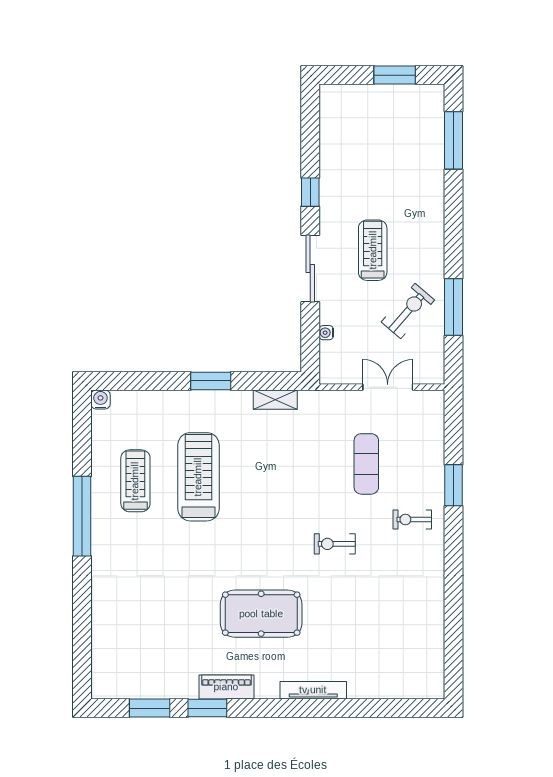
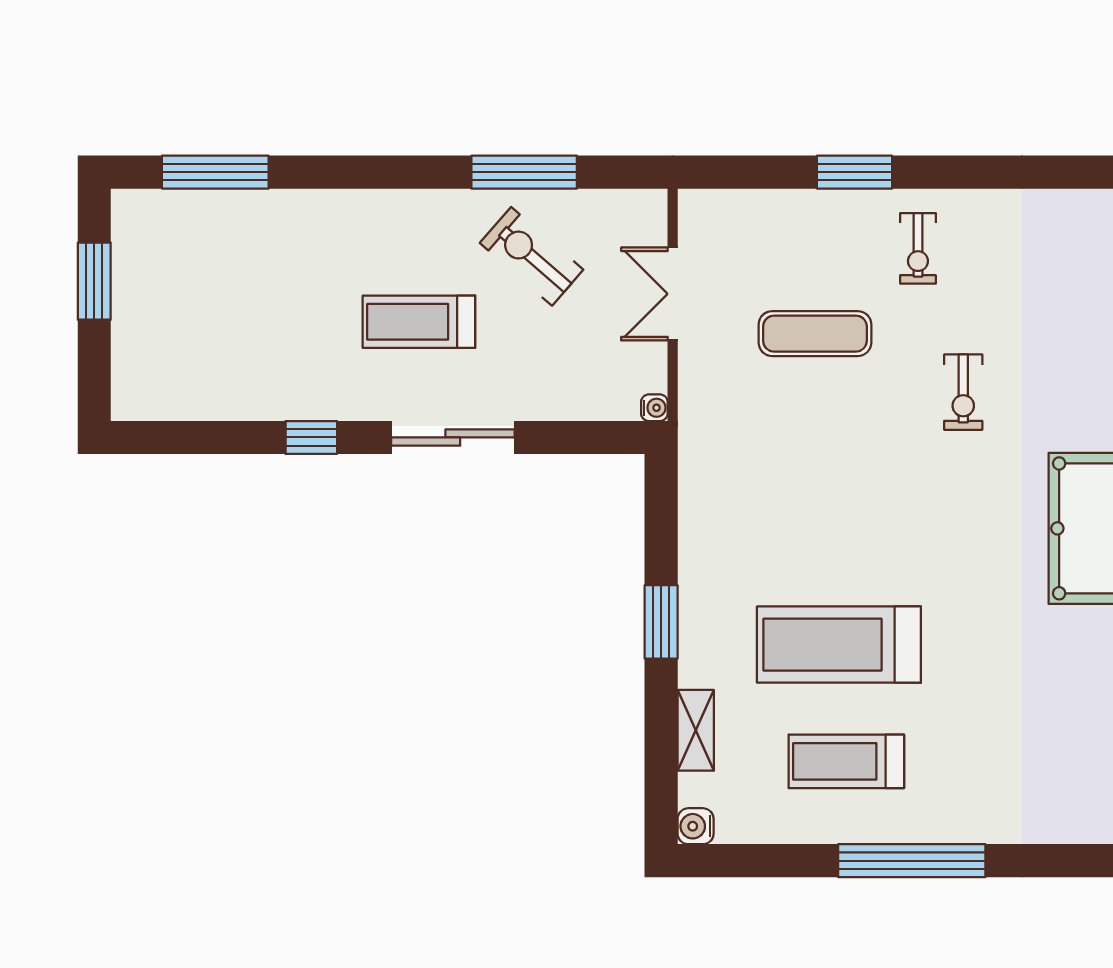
water cooler: (326, 333) -> (654, 408), moved, turned -90
shelving: (275, 400) -> (696, 730), moved

